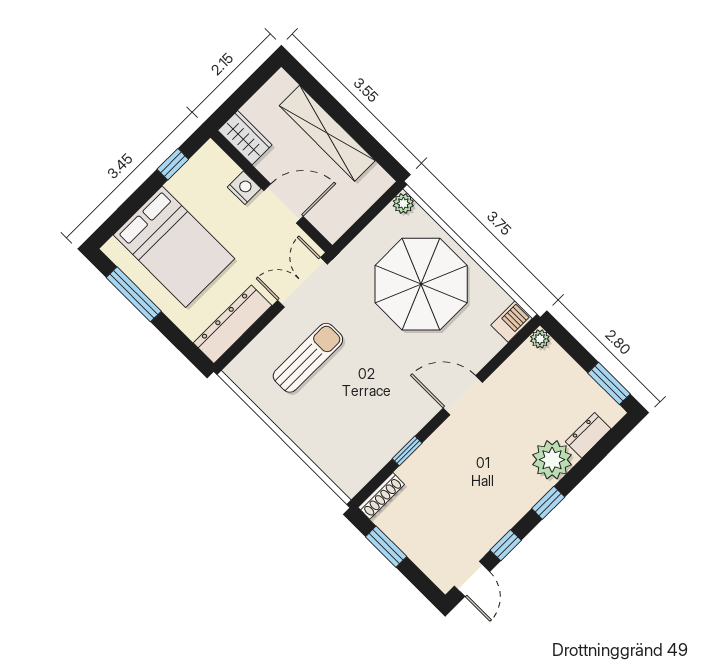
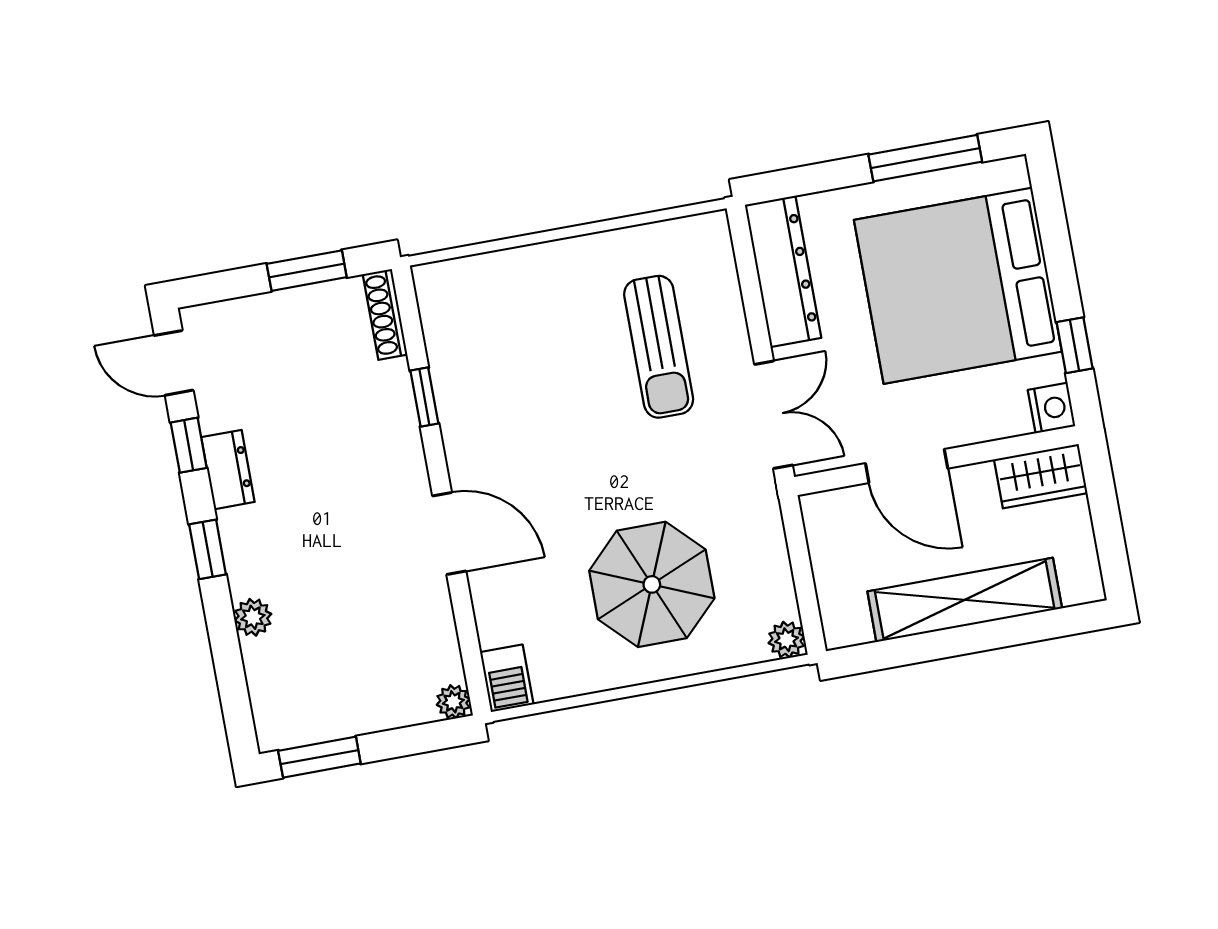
nightstand: (244, 188) -> (1052, 408), moved, turned -90
door: (283, 204) -> (907, 466), hinge flipped
bed: (174, 247) -> (958, 286), width x1.36
parasol: (421, 284) -> (652, 584), width x0.73, depth x0.73
door: (463, 395) -> (449, 533), hinge flipped
dresser: (588, 435) -> (228, 470), moved
plant: (552, 460) -> (253, 617), width x0.53, depth x0.53

